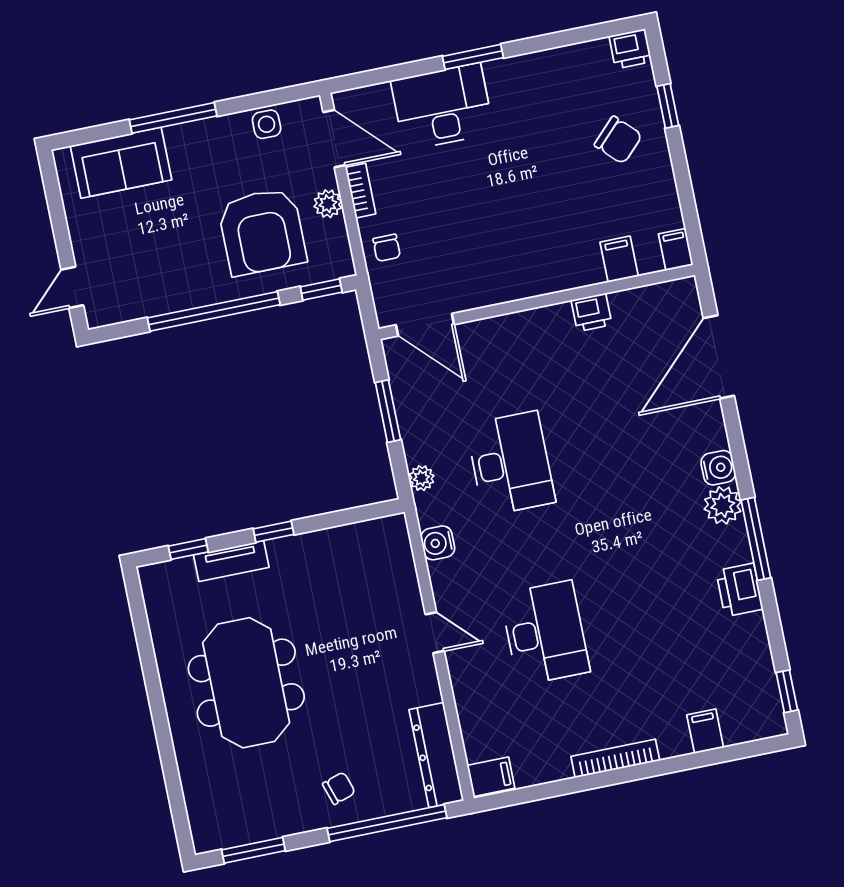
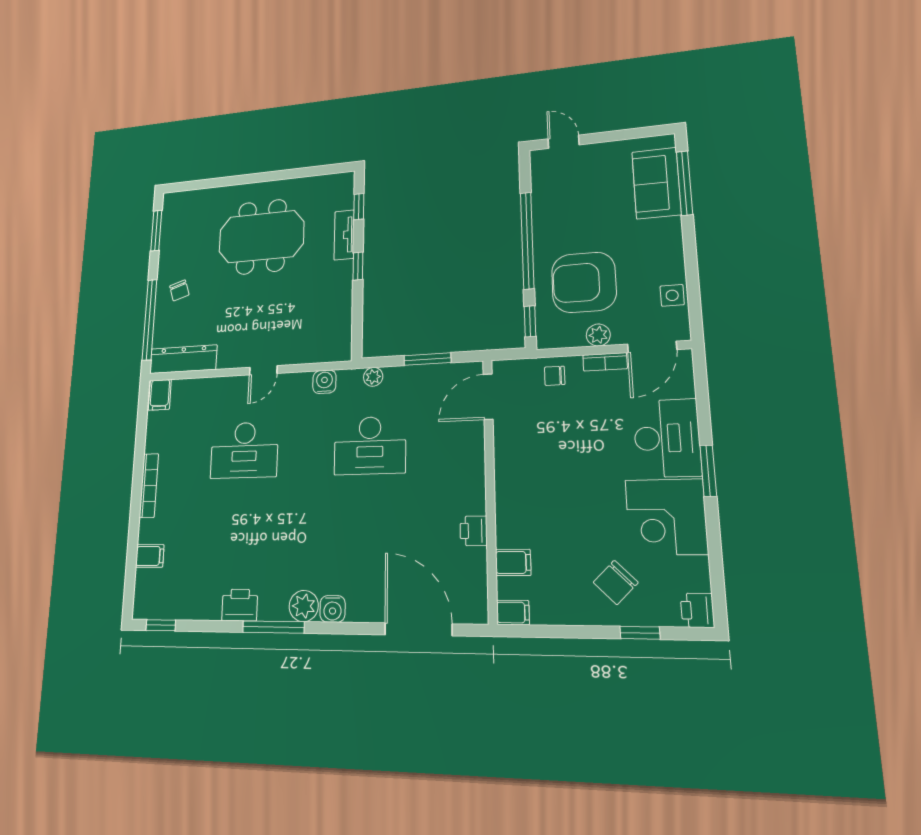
corner desk: (534, 95) -> (666, 517), added
window: (173, 118) -> (685, 183), moved

